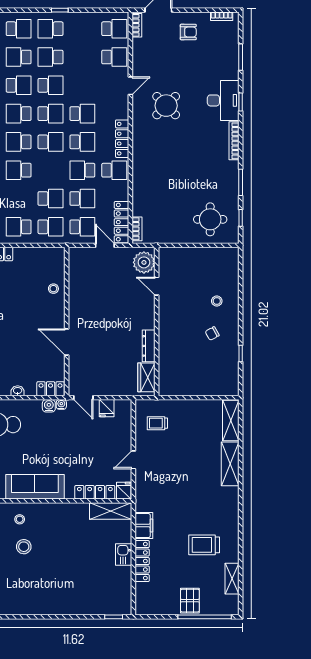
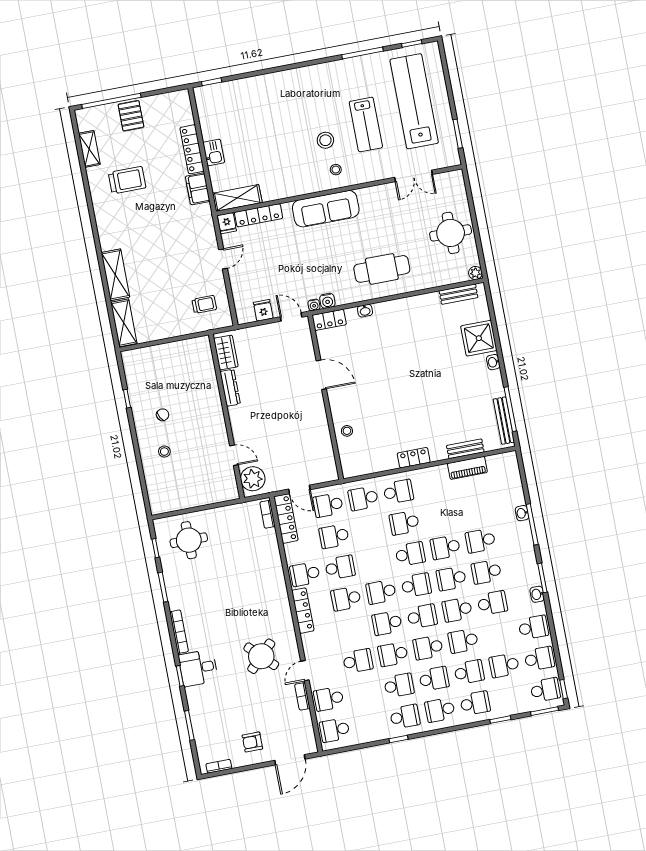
bookcase: (137, 25) -> (302, 696), moved
desk: (223, 100) -> (198, 668), width x0.73
school desk: (82, 114) -> (358, 661), moved, turned 180
school desk: (50, 199) -> (404, 523), moved

